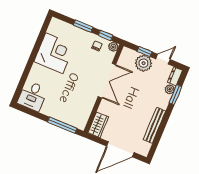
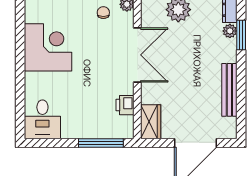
printer: (87, 108) -> (125, 105), added

